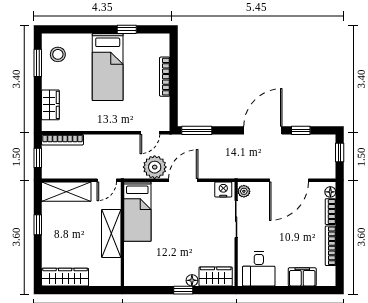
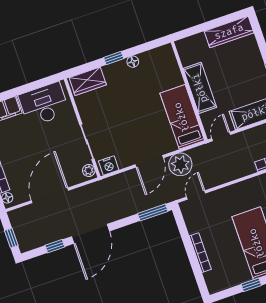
desk: (259, 269) -> (44, 104), width x1.37
floor lamp: (192, 280) -> (133, 62), moved

